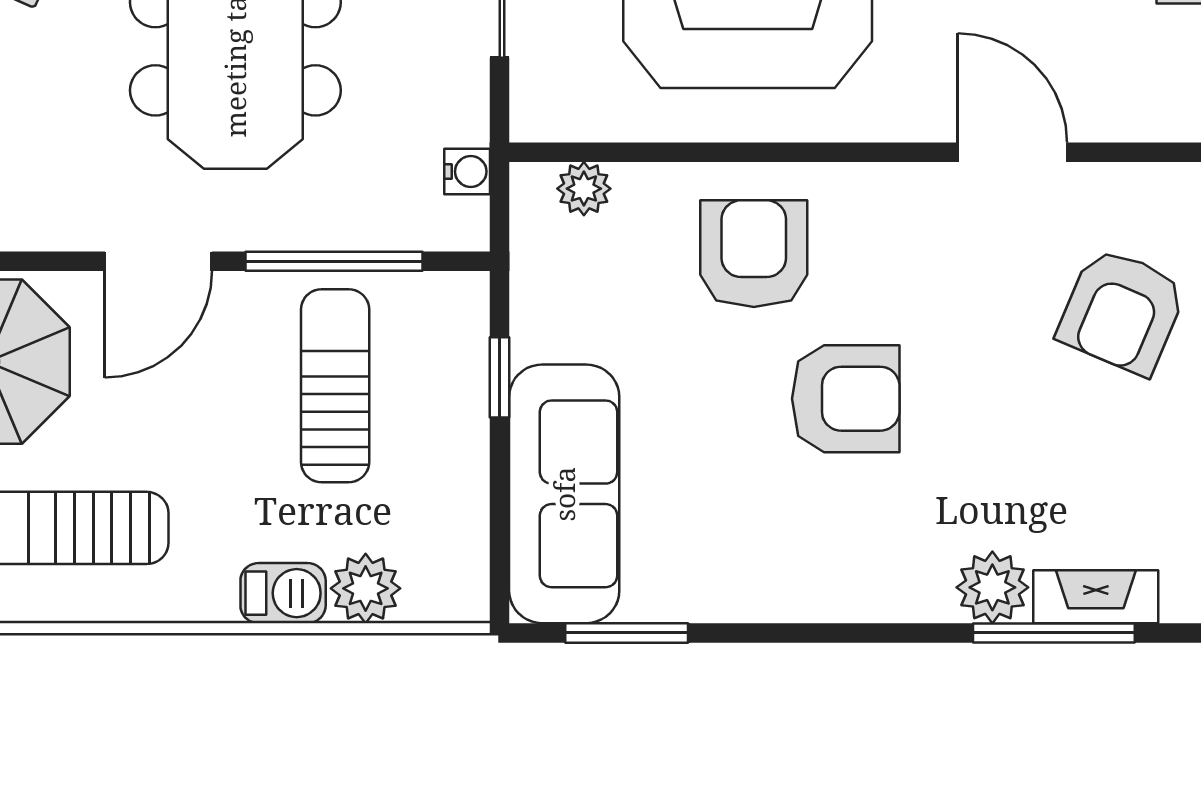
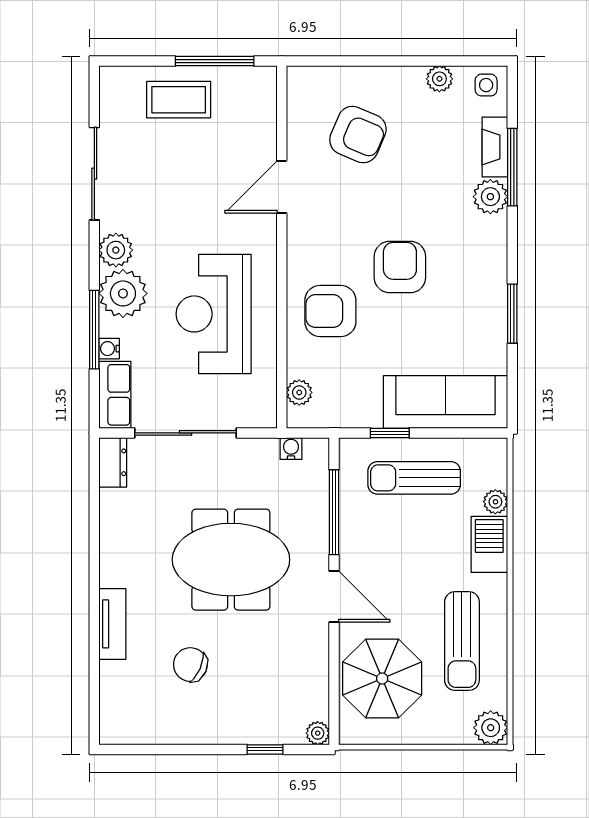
sun lounger: (335, 386) -> (414, 478), moved
plant: (366, 588) -> (495, 502), width x0.73, depth x0.73
barbecue: (283, 593) -> (489, 544), width x1.38, depth x1.27
window: (627, 633) -> (512, 314), moved

